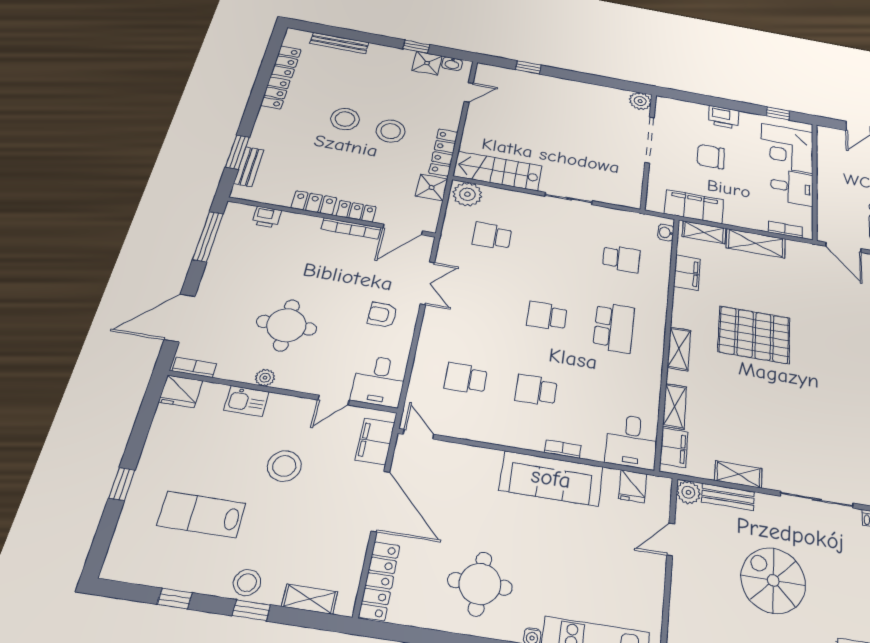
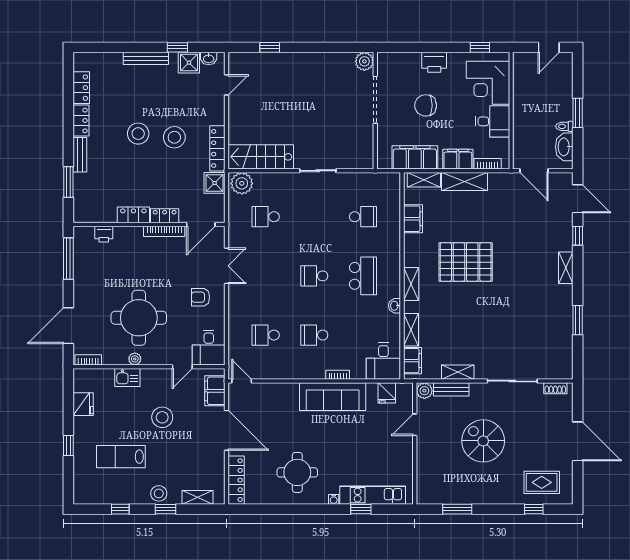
bench: (339, 43) -> (146, 58), moved
bench: (249, 167) -> (80, 155), moved
filing cabinet: (748, 218) -> (458, 159), added
washbasin: (666, 233) -> (395, 306), moved
round table: (286, 325) -> (139, 318), width x1.36, depth x1.36
fridge: (181, 391) -> (83, 404), moved, turned -90

